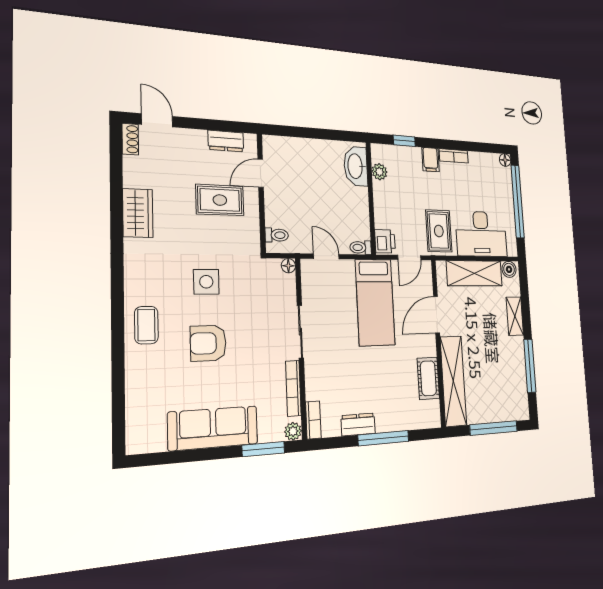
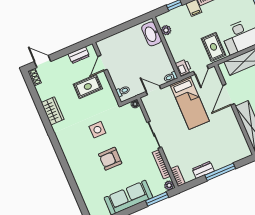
coffee table: (146, 325) -> (78, 162), removed
cot: (428, 378) -> (236, 131), removed

